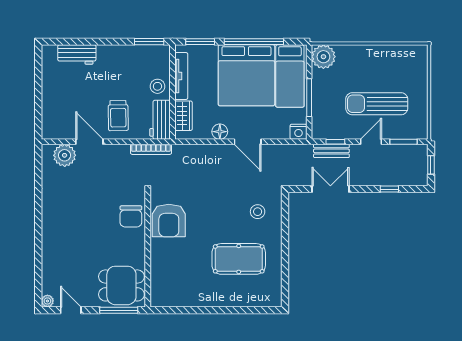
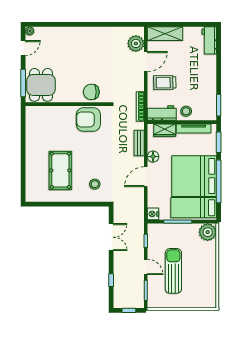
workbench: (77, 55) -> (209, 40), moved
shelving: (51, 115) -> (165, 34), added
bench: (331, 151) -> (139, 143), moved

